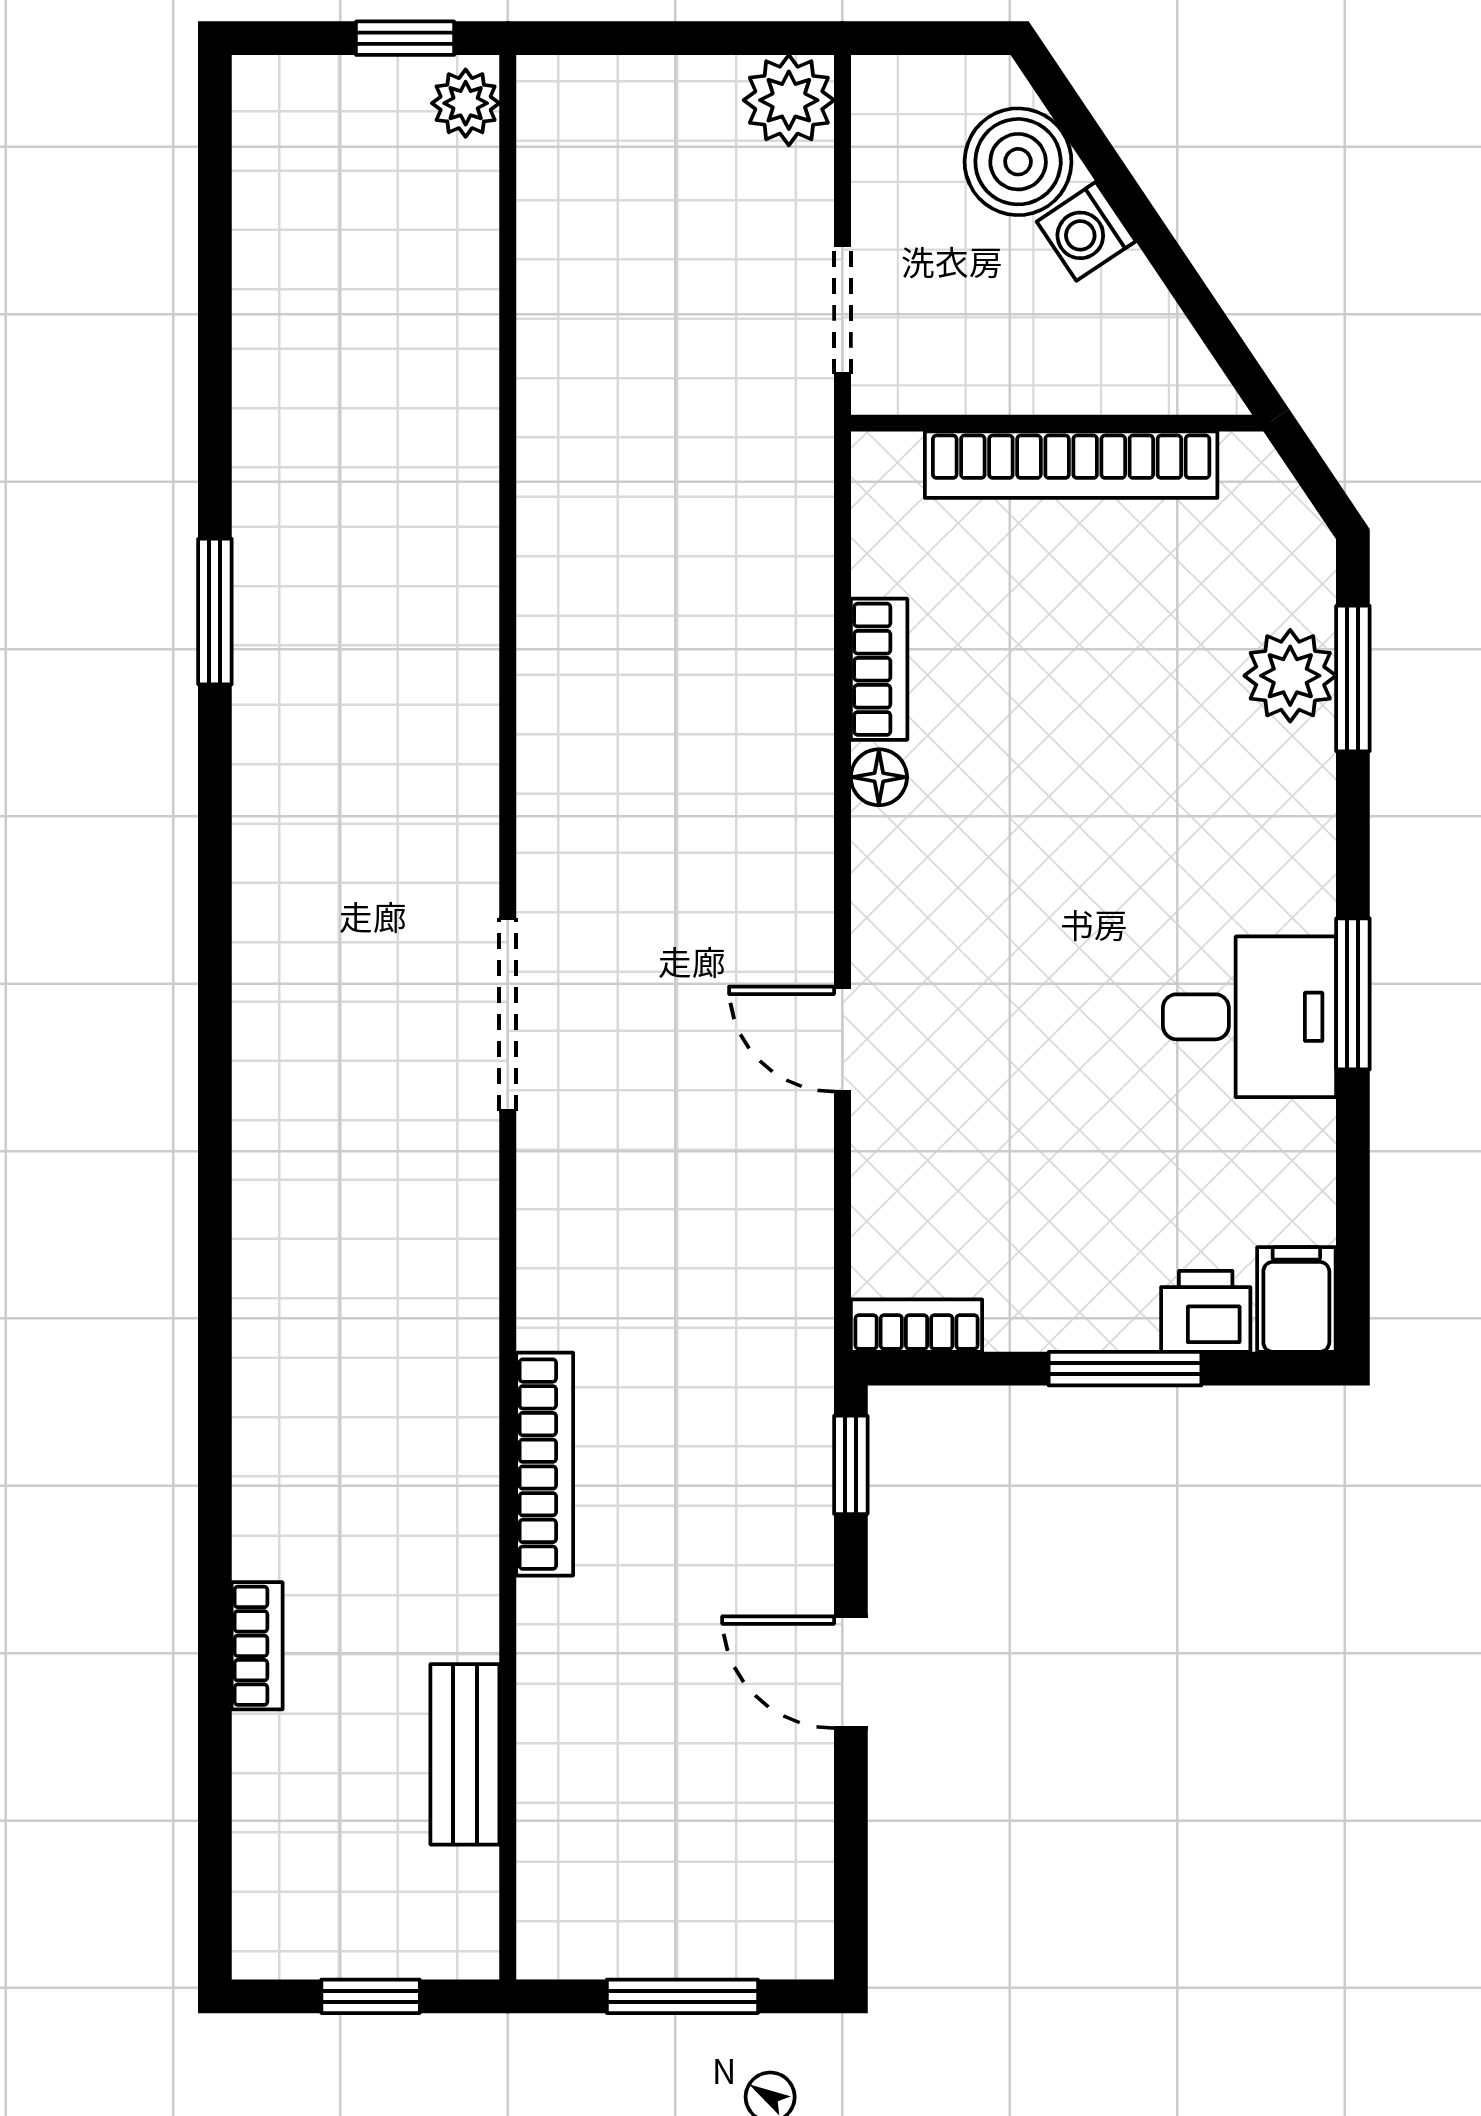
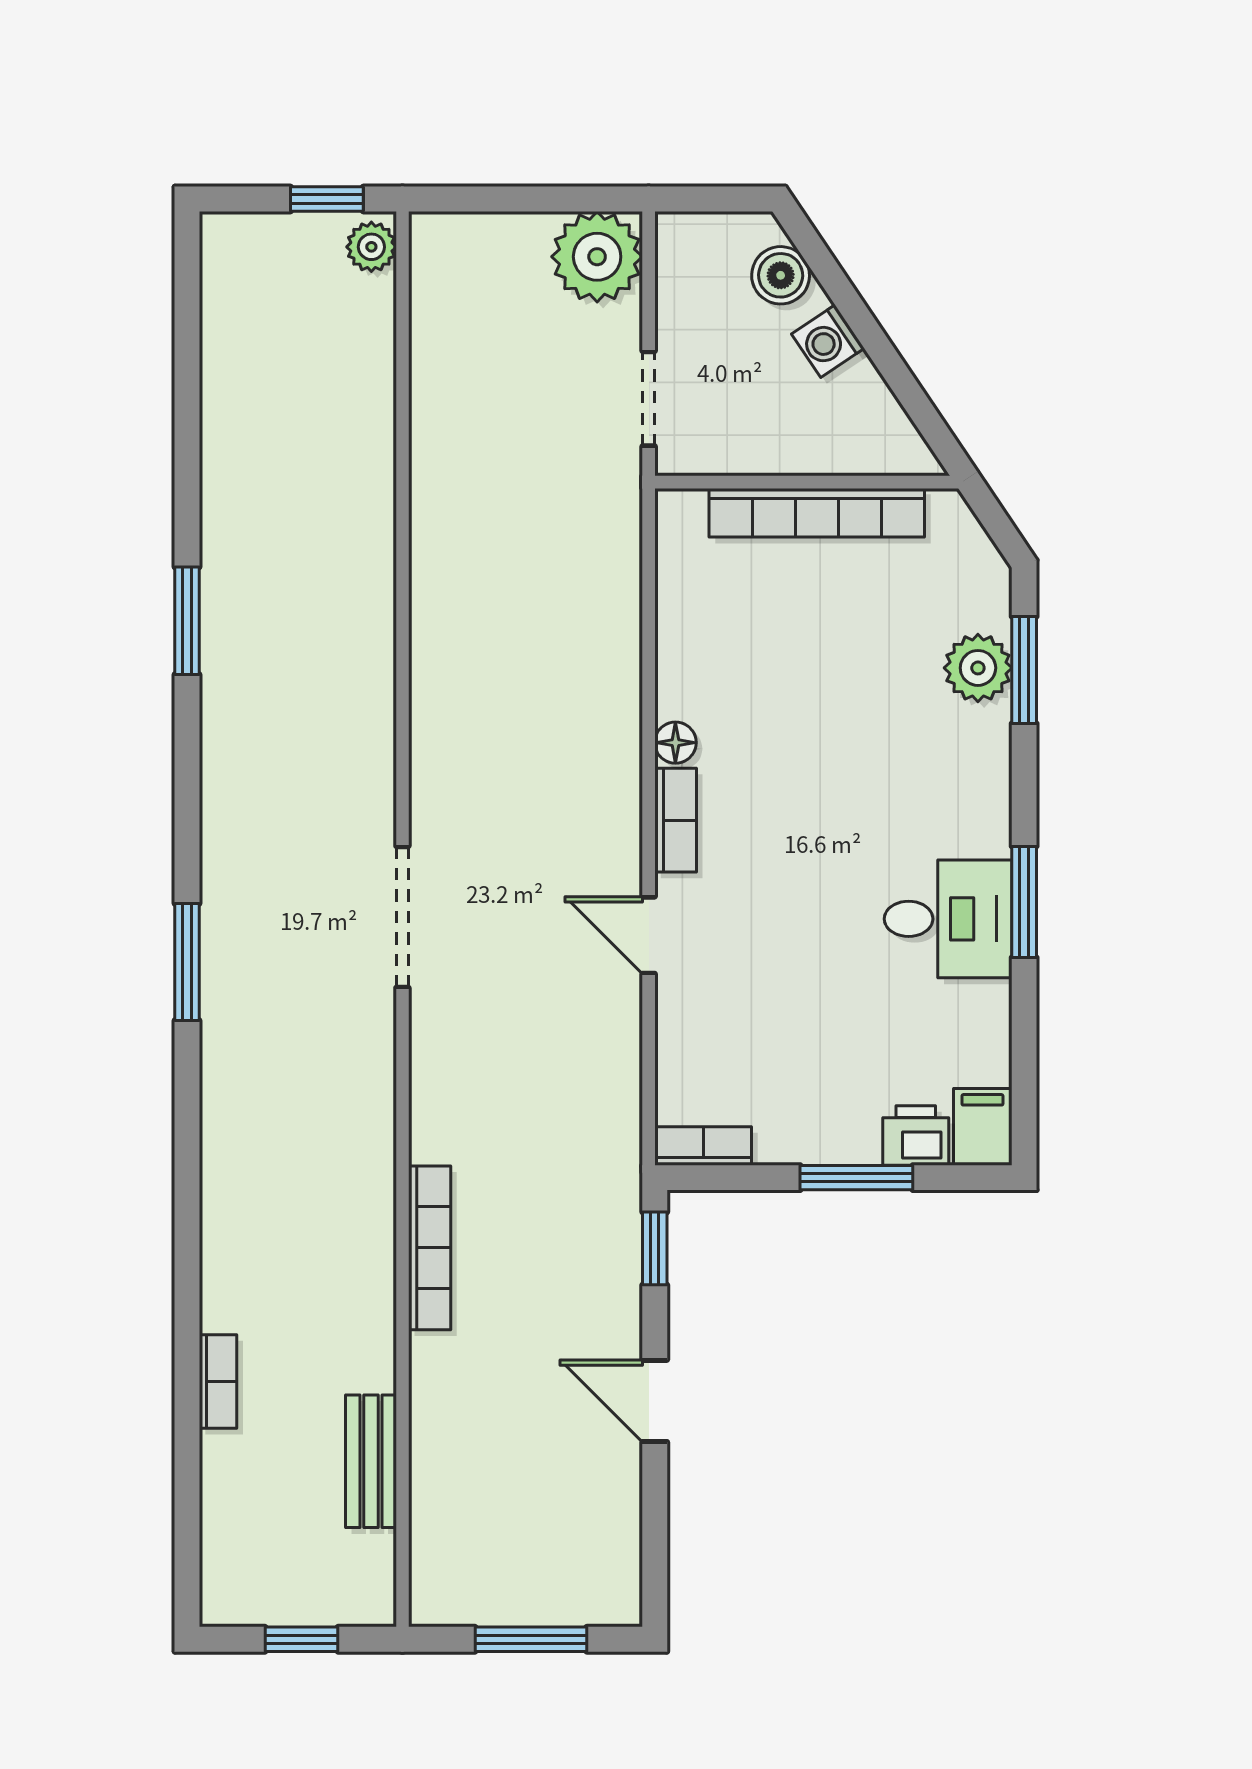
plant: (789, 100) -> (597, 257), width x1.36, depth x1.36
boiler: (1018, 162) -> (781, 275), width x0.73, depth x0.73
bookcase: (879, 669) -> (676, 820), moved
window: (215, 1076) -> (187, 962), added

